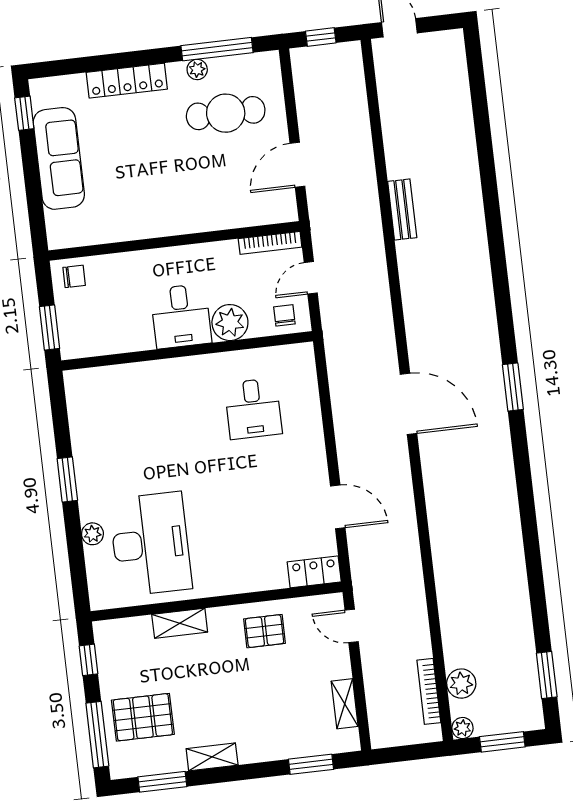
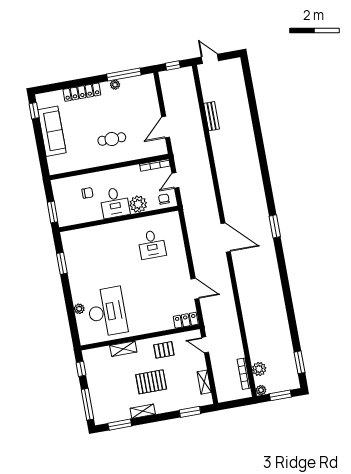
cafe table: (226, 113) -> (112, 139), moved, width x0.73, depth x0.74
bench: (402, 209) -> (212, 116), moved
chair: (74, 276) -> (87, 193), moved
window: (67, 479) -> (62, 263), moved
pallet: (143, 717) -> (151, 382), moved

